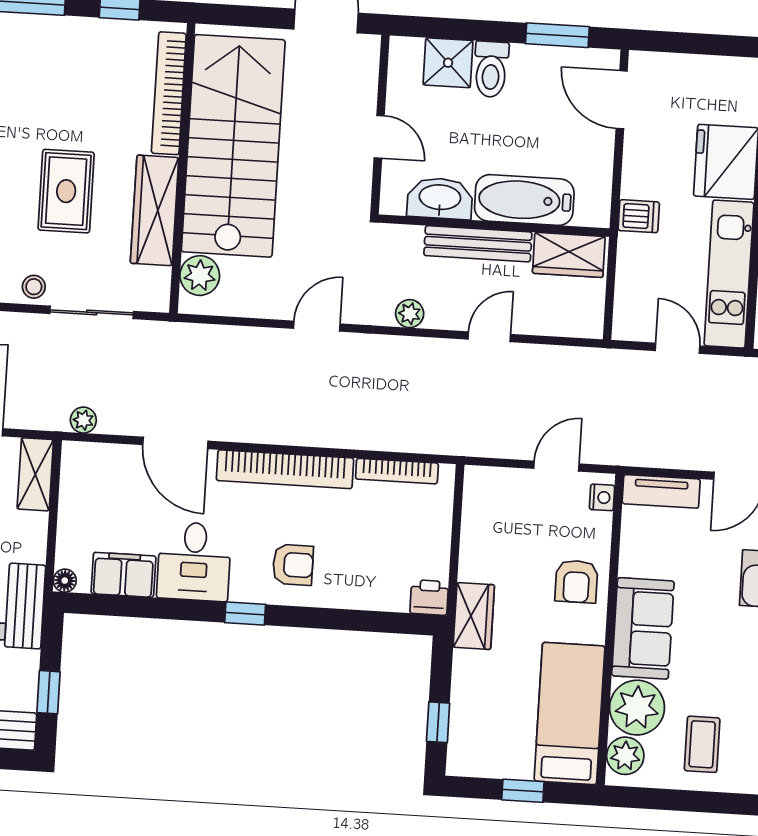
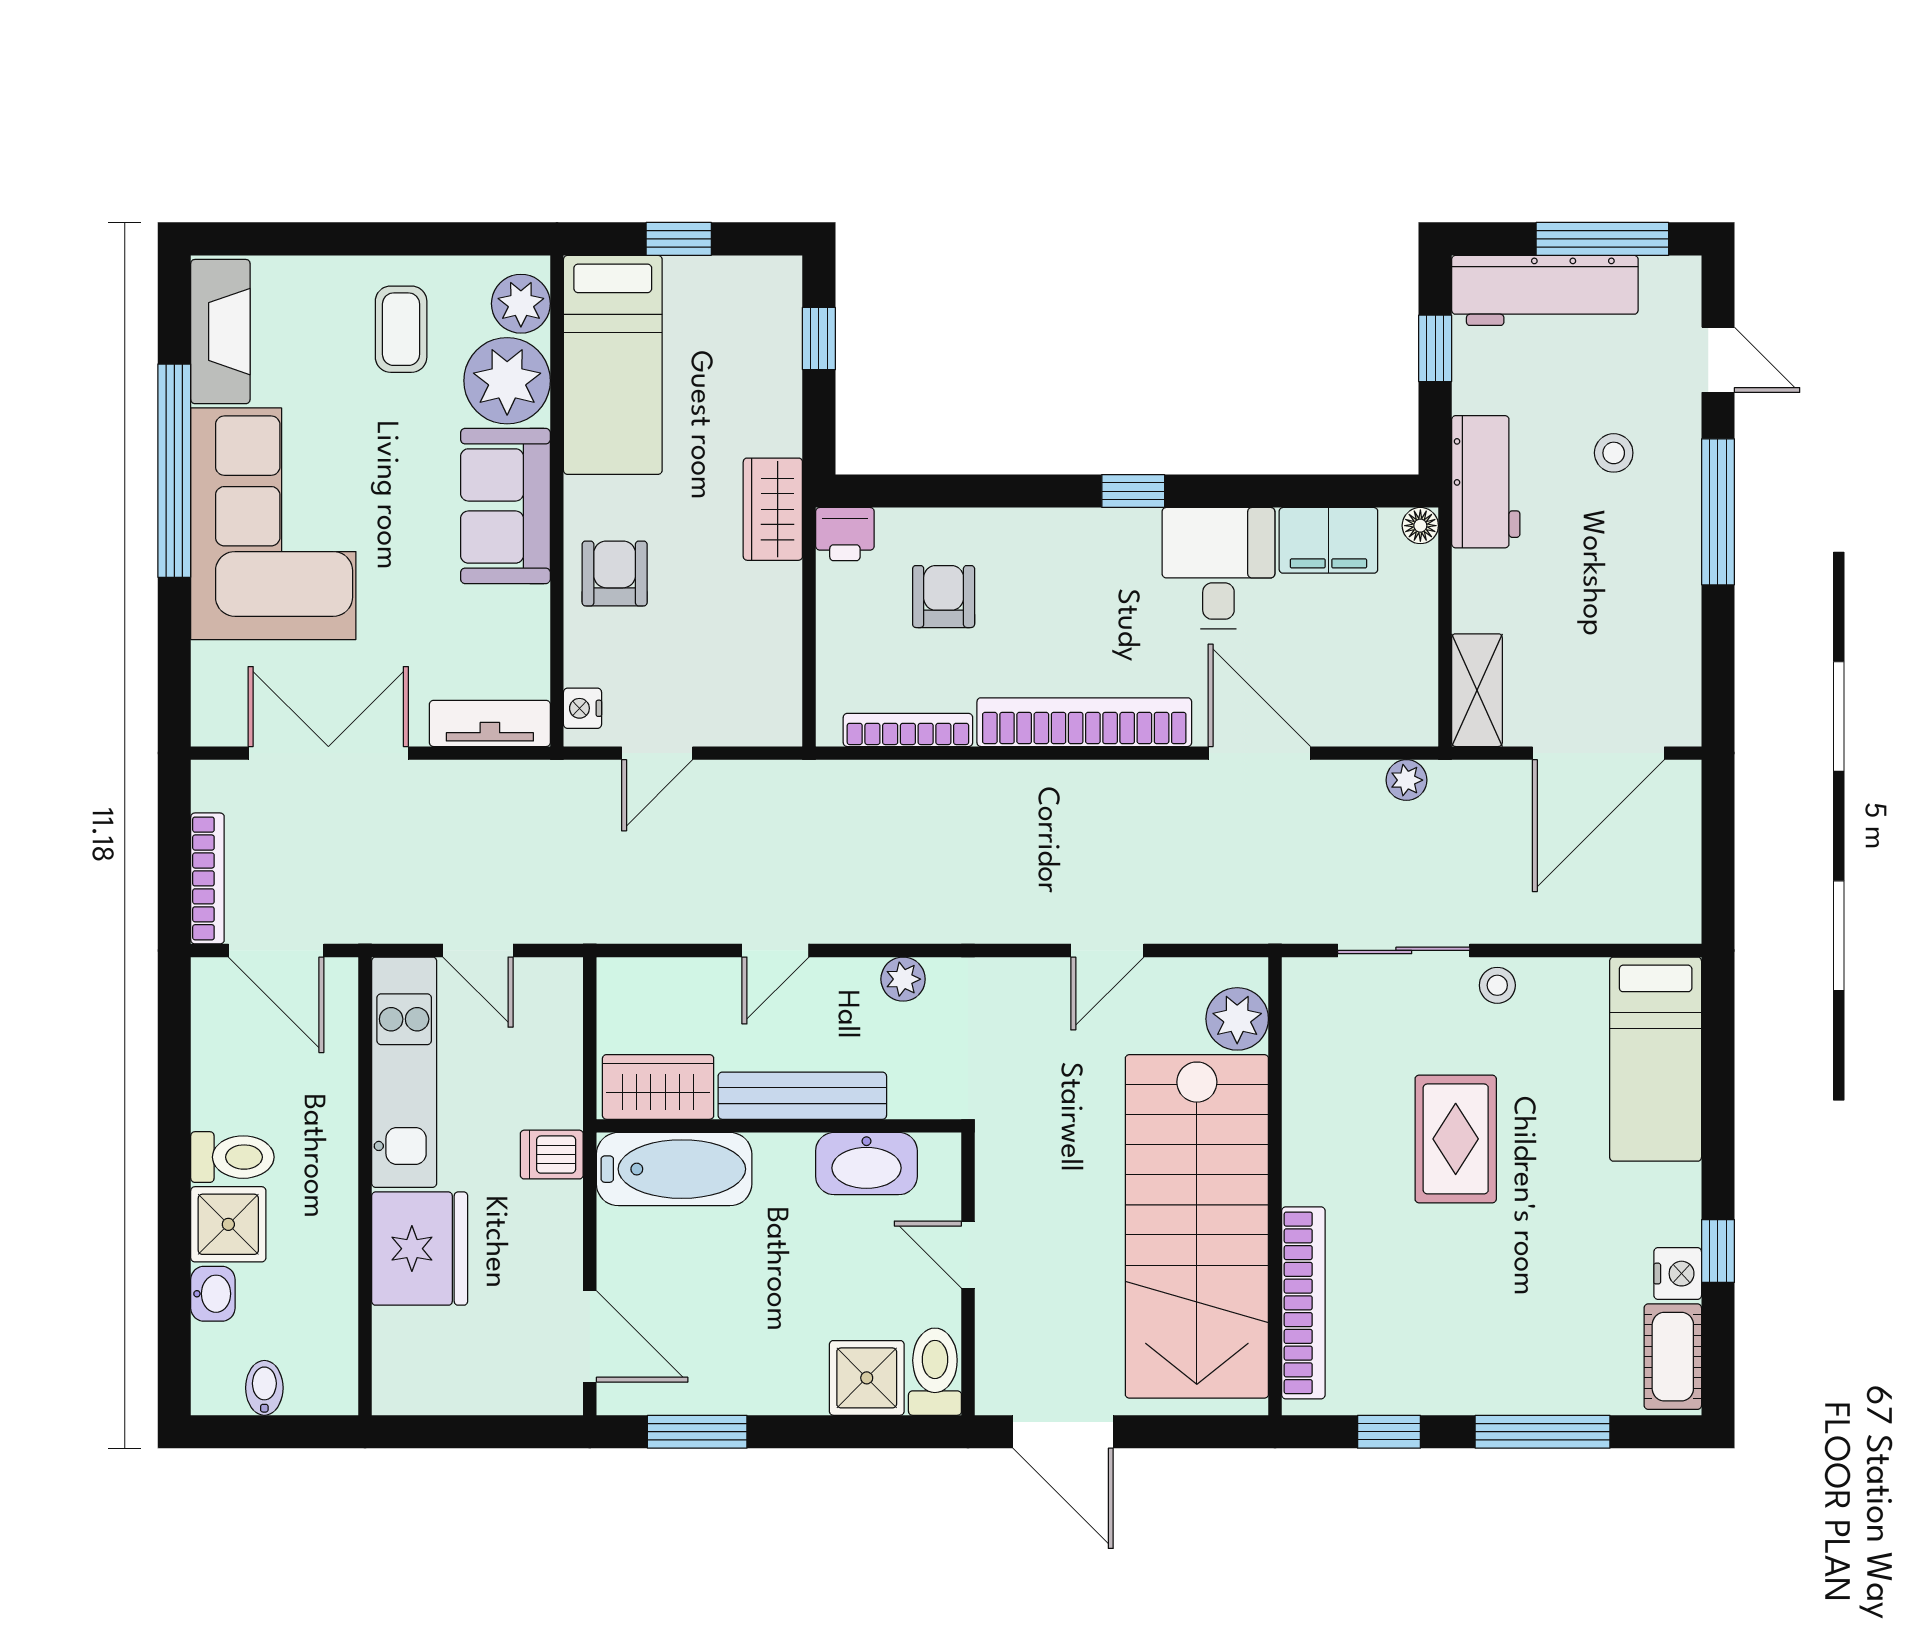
toilet: (491, 69) -> (935, 1372), moved
bathtub: (524, 200) -> (674, 1169), moved
wardrobe: (155, 210) -> (1315, 1117), removed
door: (317, 326) -> (1107, 950), moved
armchair: (293, 565) -> (944, 597), moved, turned 90

